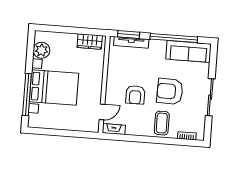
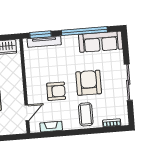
armchair: (170, 91) -> (89, 83), turned 89
armchair: (135, 95) -> (56, 91), turned -90
fireplace: (114, 129) -> (51, 127), moved

